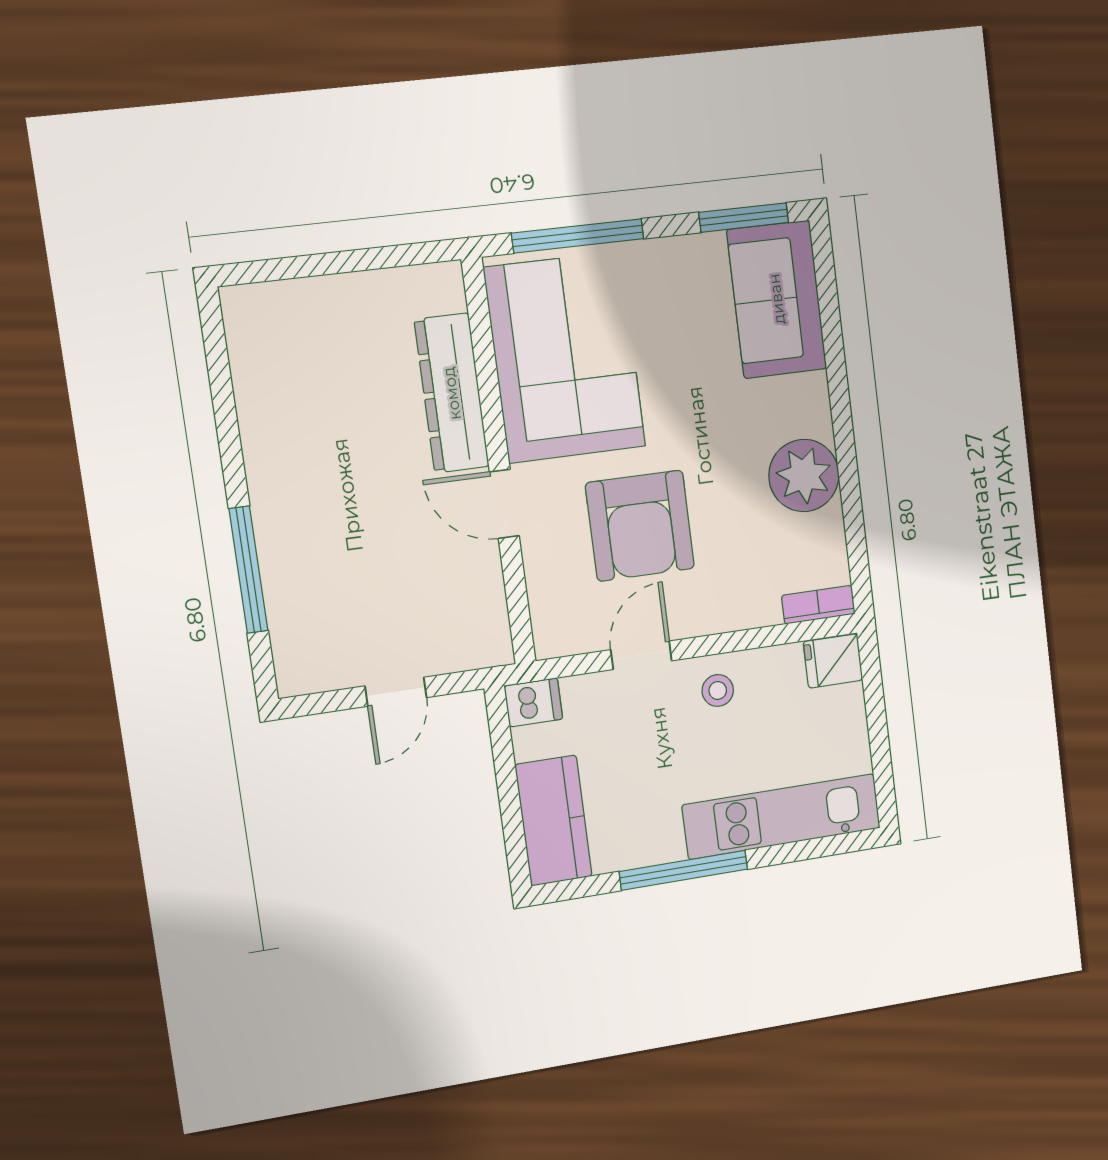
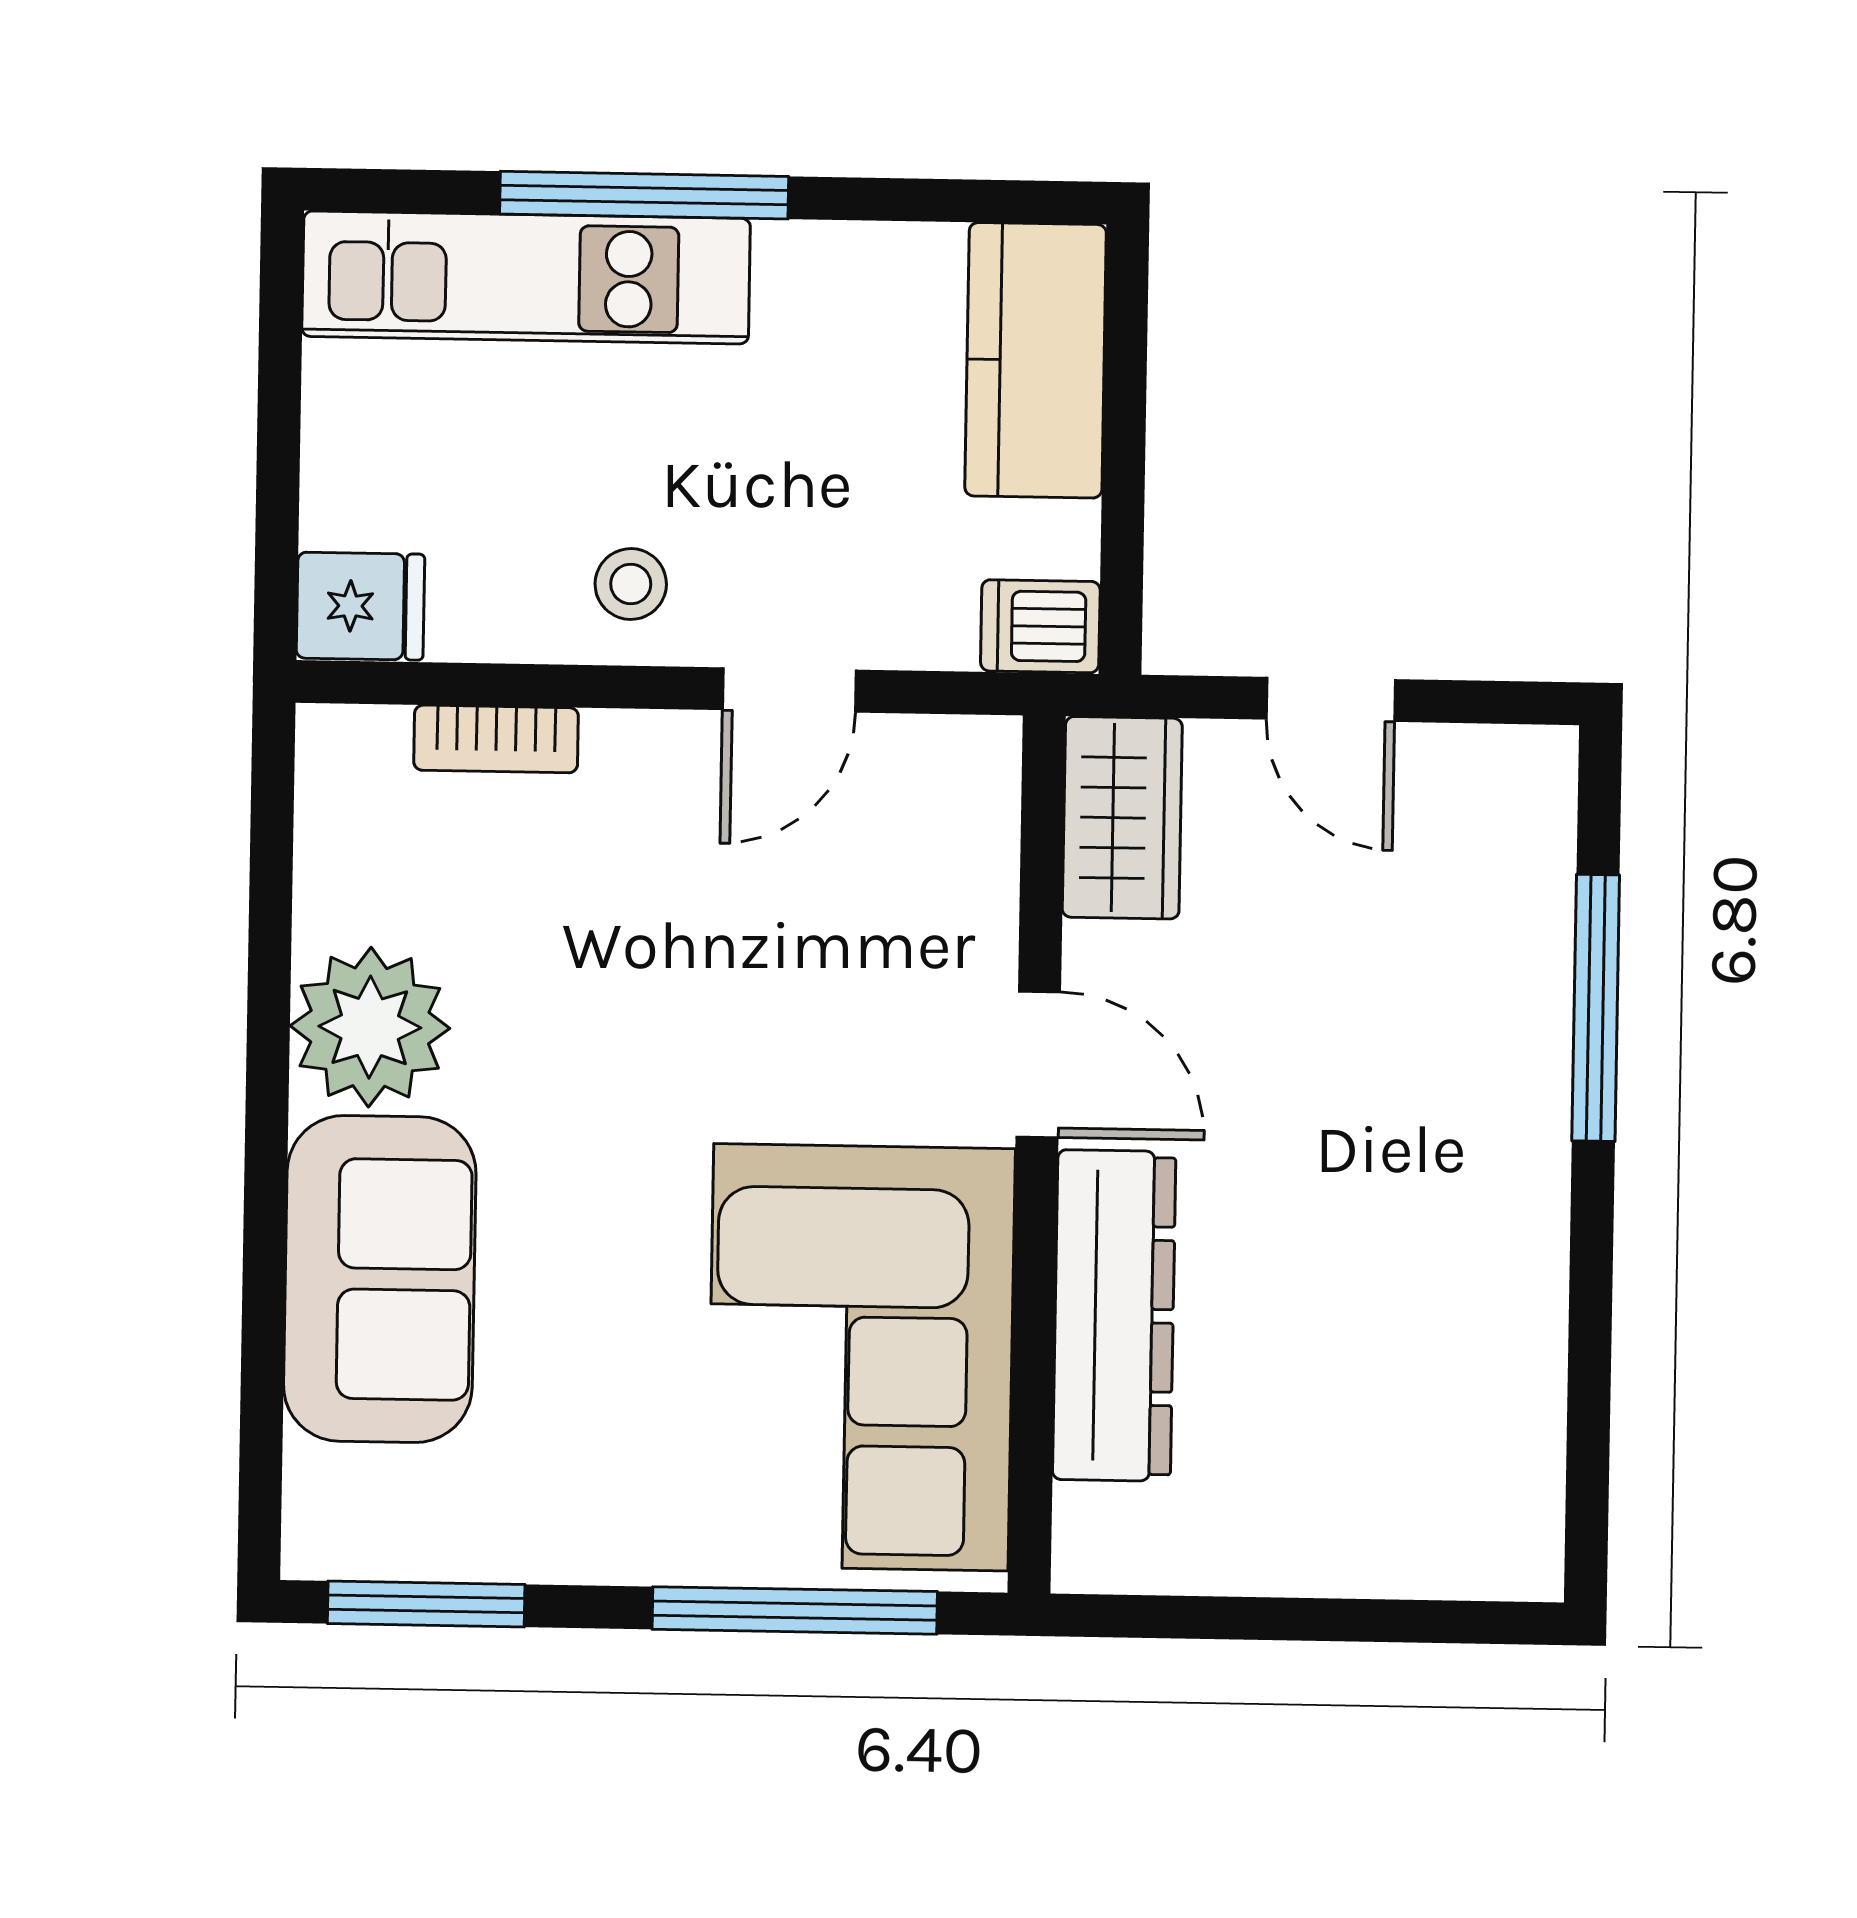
sofa: (777, 299) -> (380, 1279), moved
armchair: (640, 526) -> (751, 973), removed
bookcase: (818, 605) -> (496, 739), moved
wardrobe: (483, 622) -> (1122, 818), added
door: (396, 692) -> (1331, 699), swing flipped
window: (684, 870) -> (644, 195), moved

